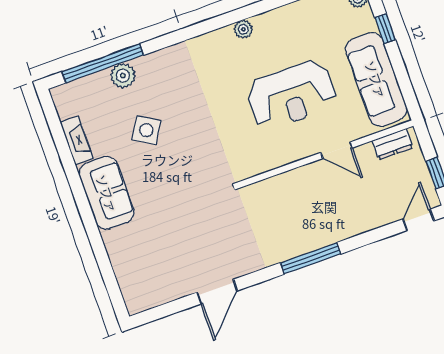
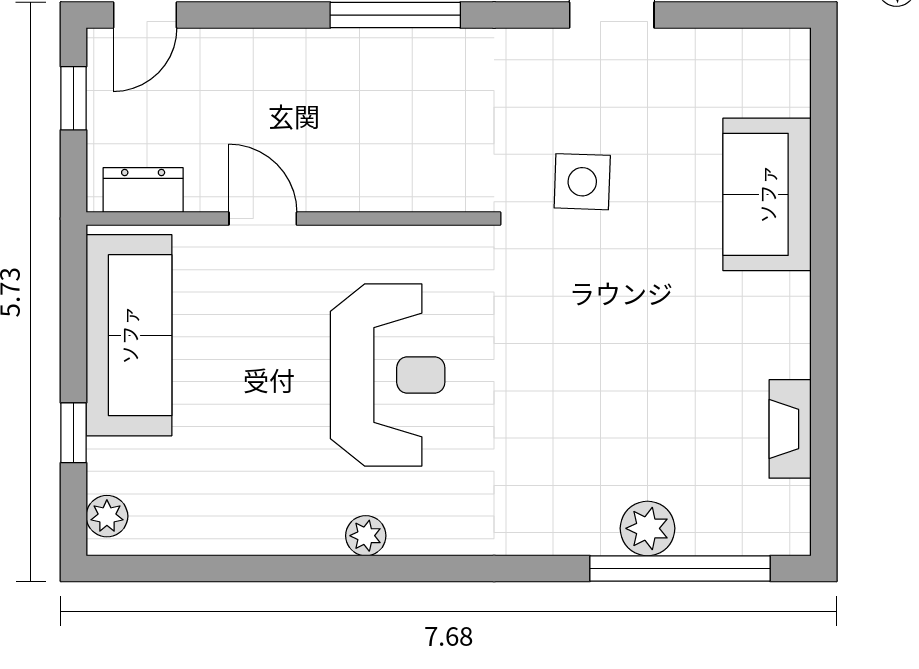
reception desk: (291, 95) -> (388, 375), moved, turned 90
side table: (146, 130) -> (582, 182), moved, turned -30
sofa: (107, 193) -> (767, 194), moved

